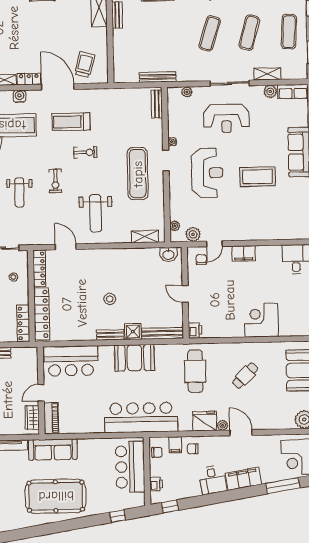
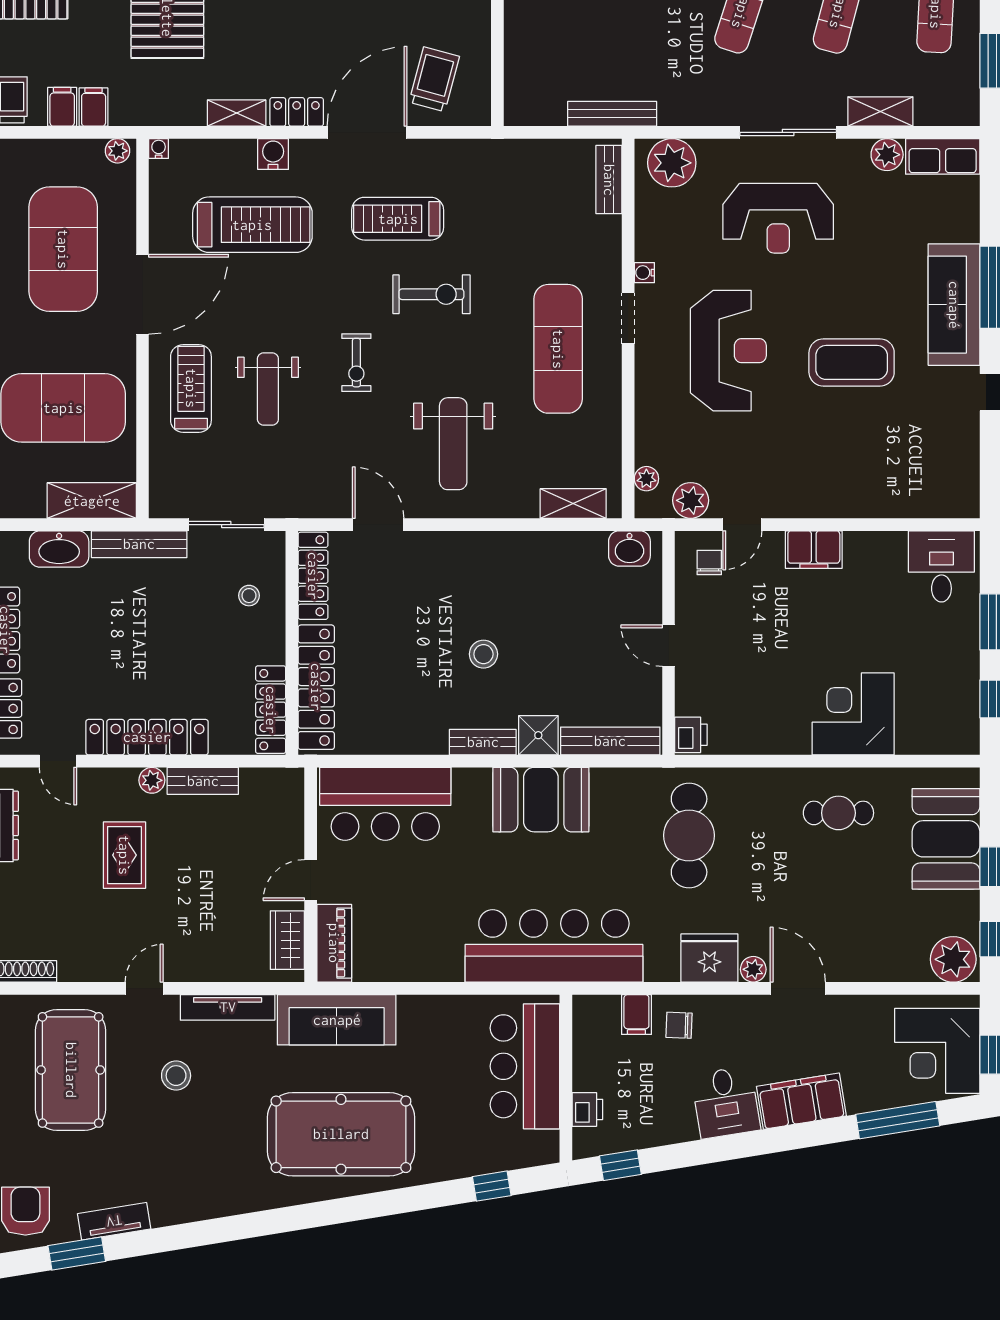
door: (58, 87) -> (367, 132), hinge flipped
plant: (187, 92) -> (672, 163), width x1.88, depth x1.88
exercise bike: (85, 152) -> (431, 294), width x1.38, depth x1.39
cafe table: (245, 376) -> (838, 813), moved, turned 45
chair: (157, 452) -> (591, 1032), removed

